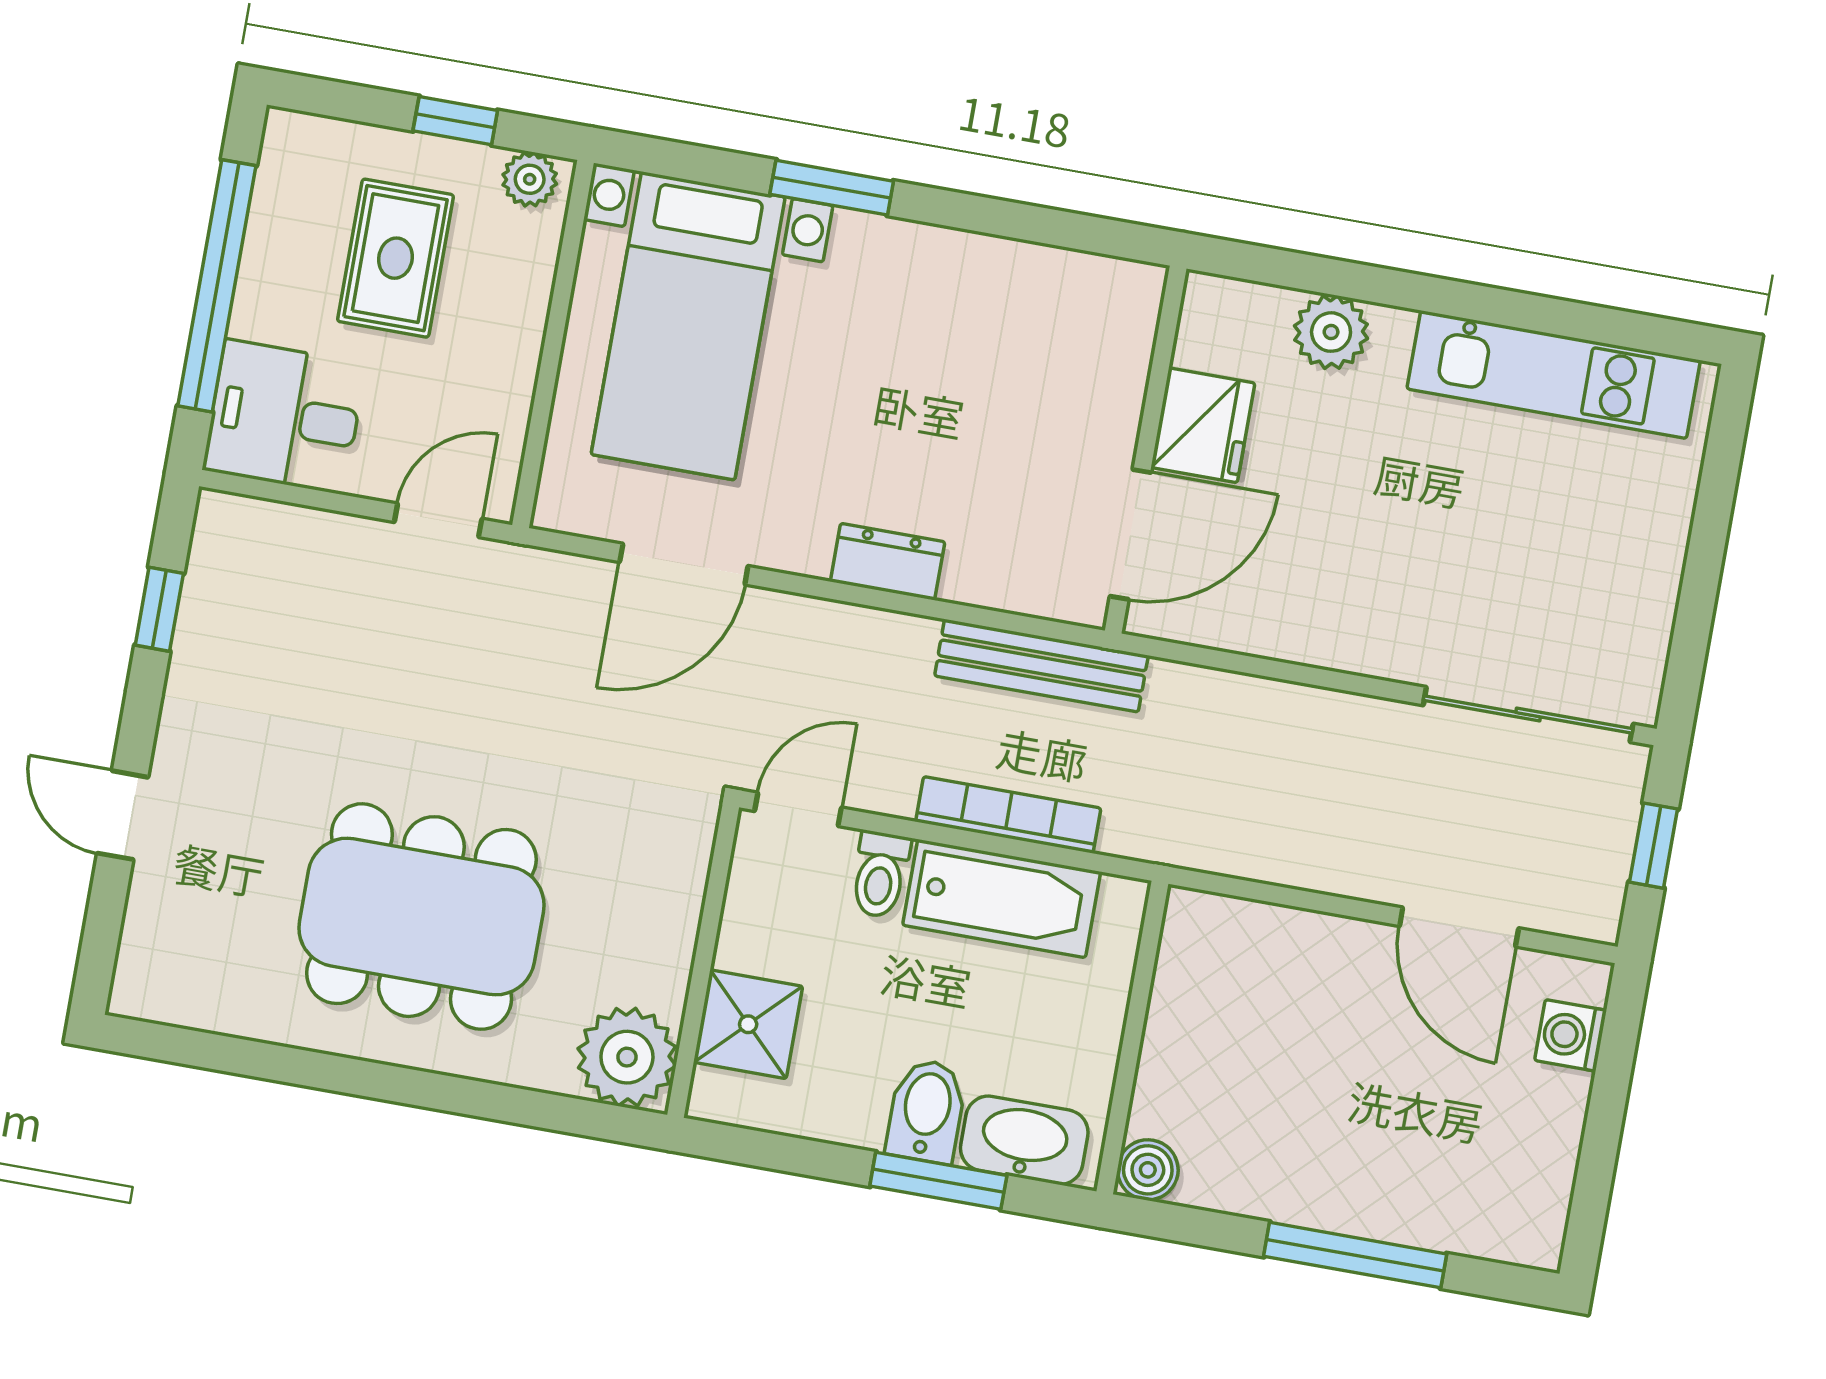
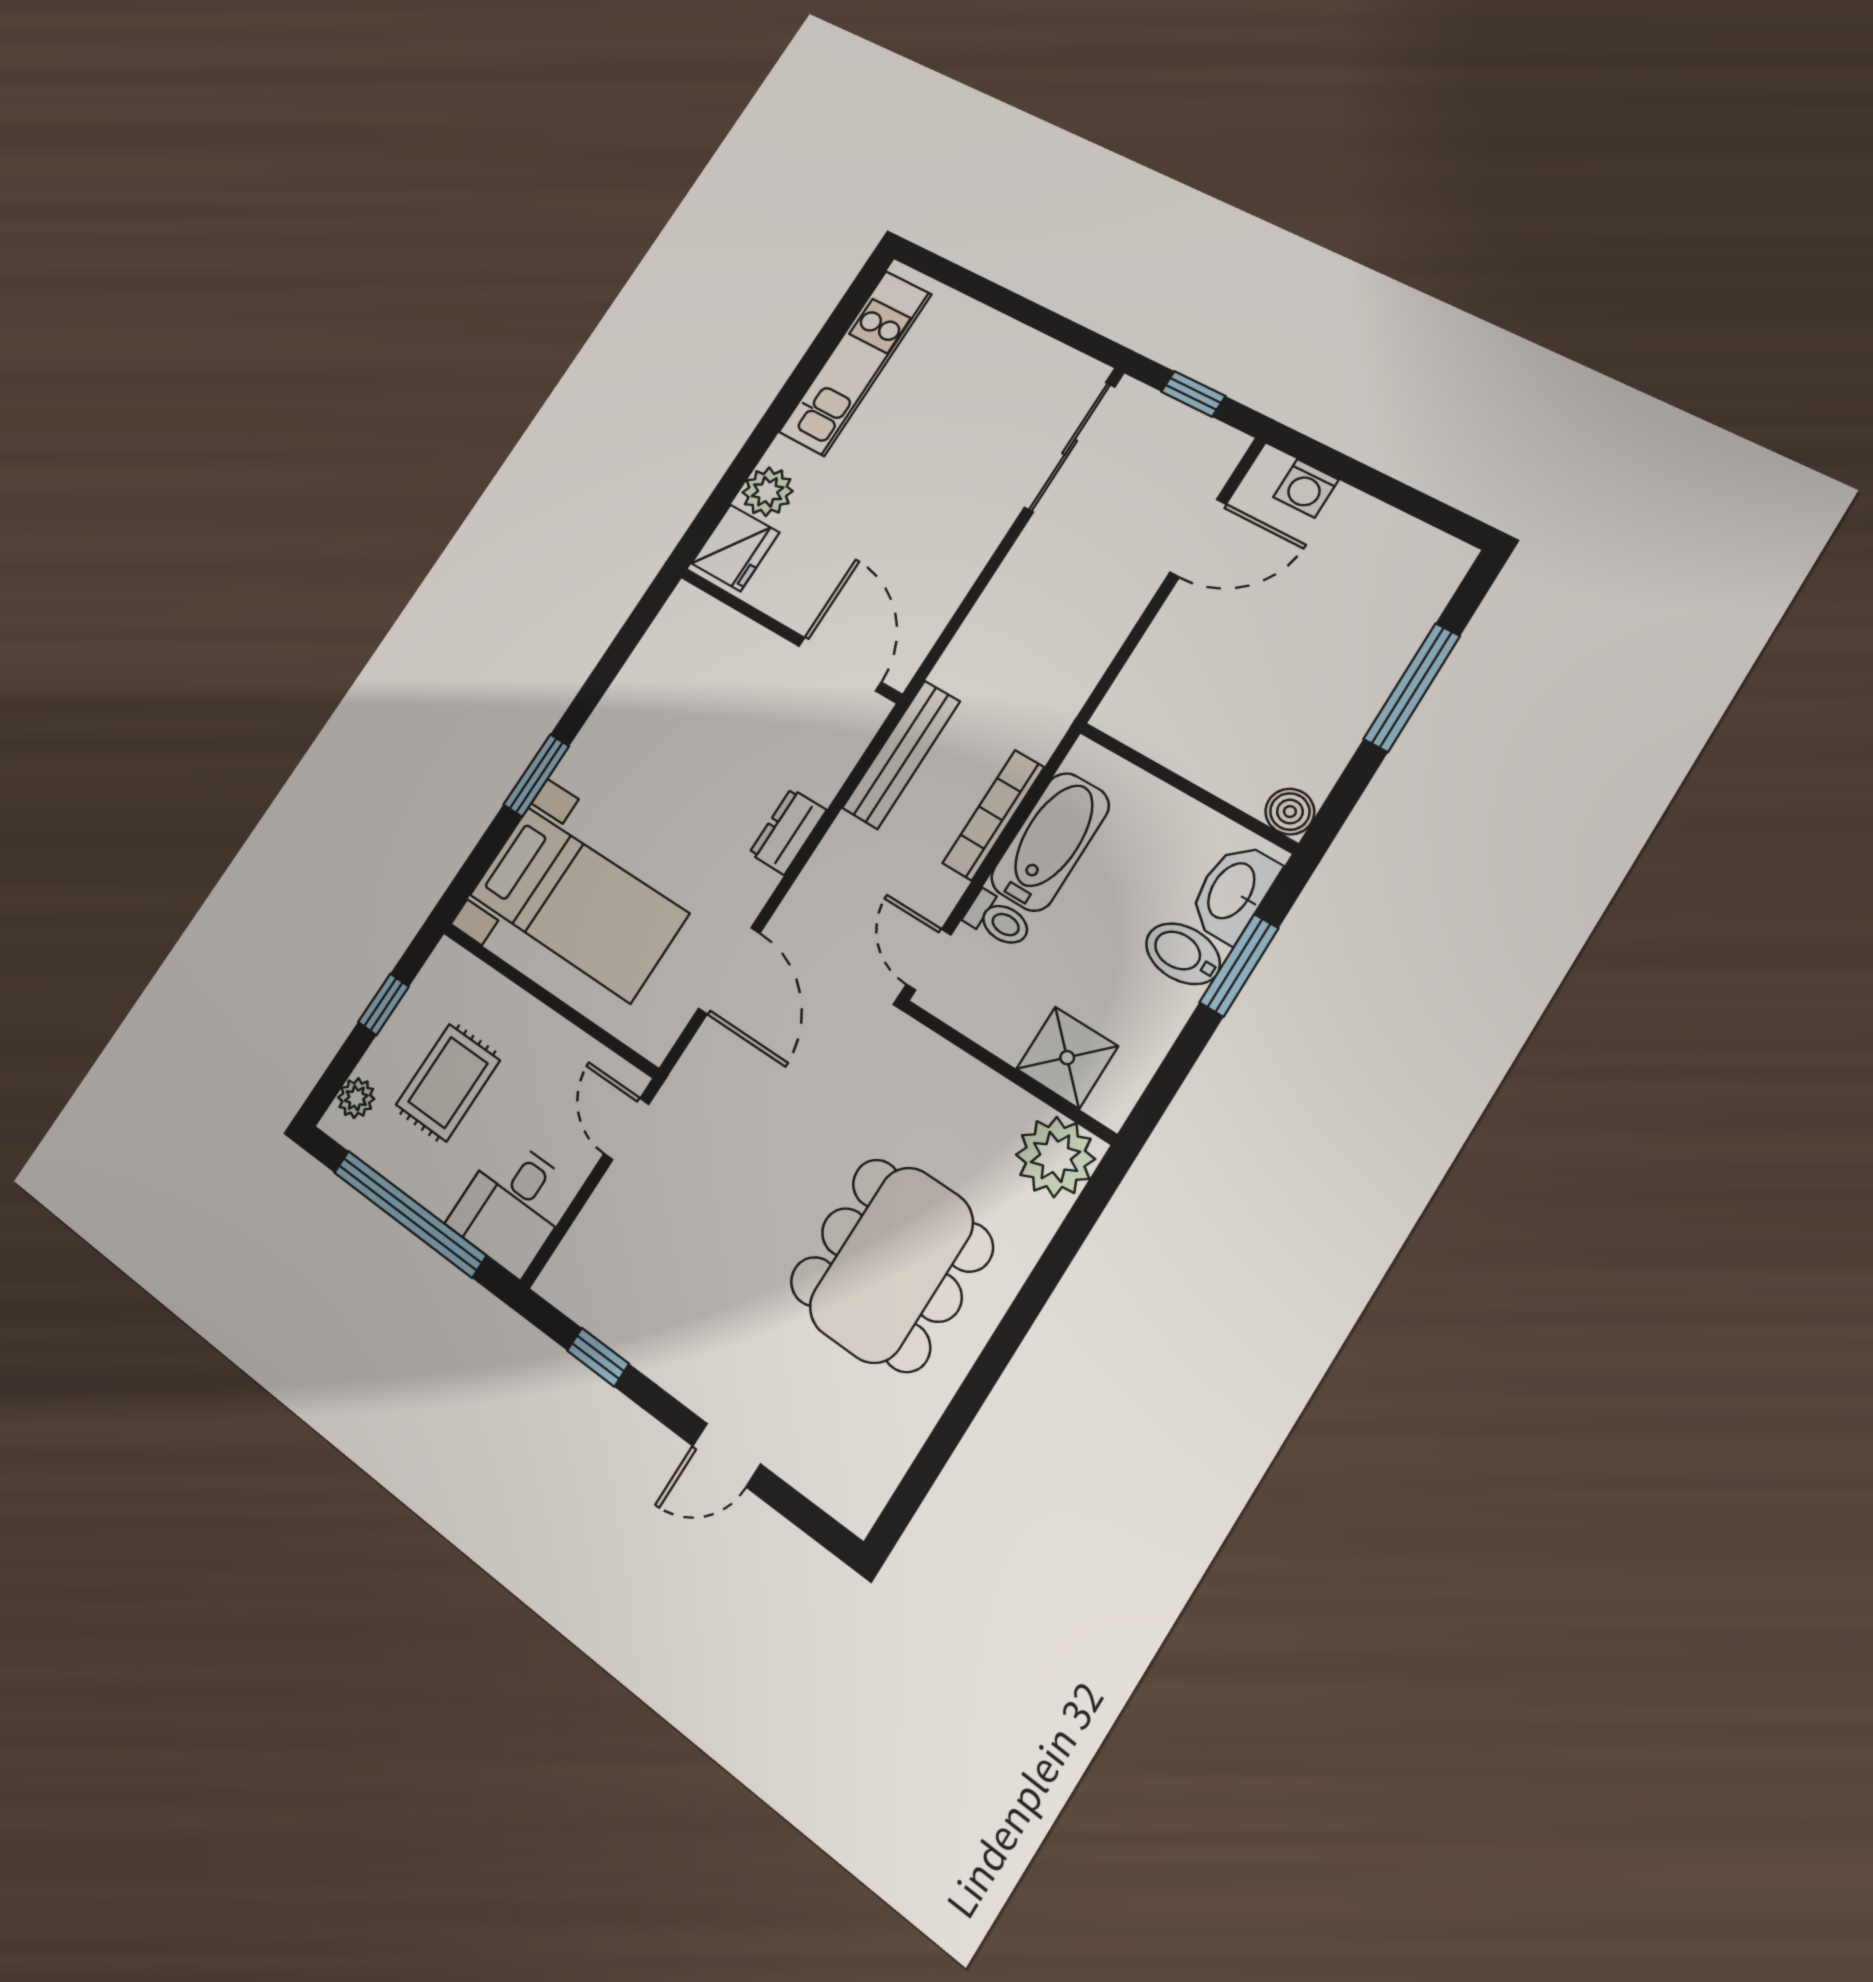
plant: (530, 179) -> (356, 1098), moved
rug: (395, 258) -> (448, 1083), turned 90
fridge: (1203, 425) -> (735, 548), moved, turned 90

